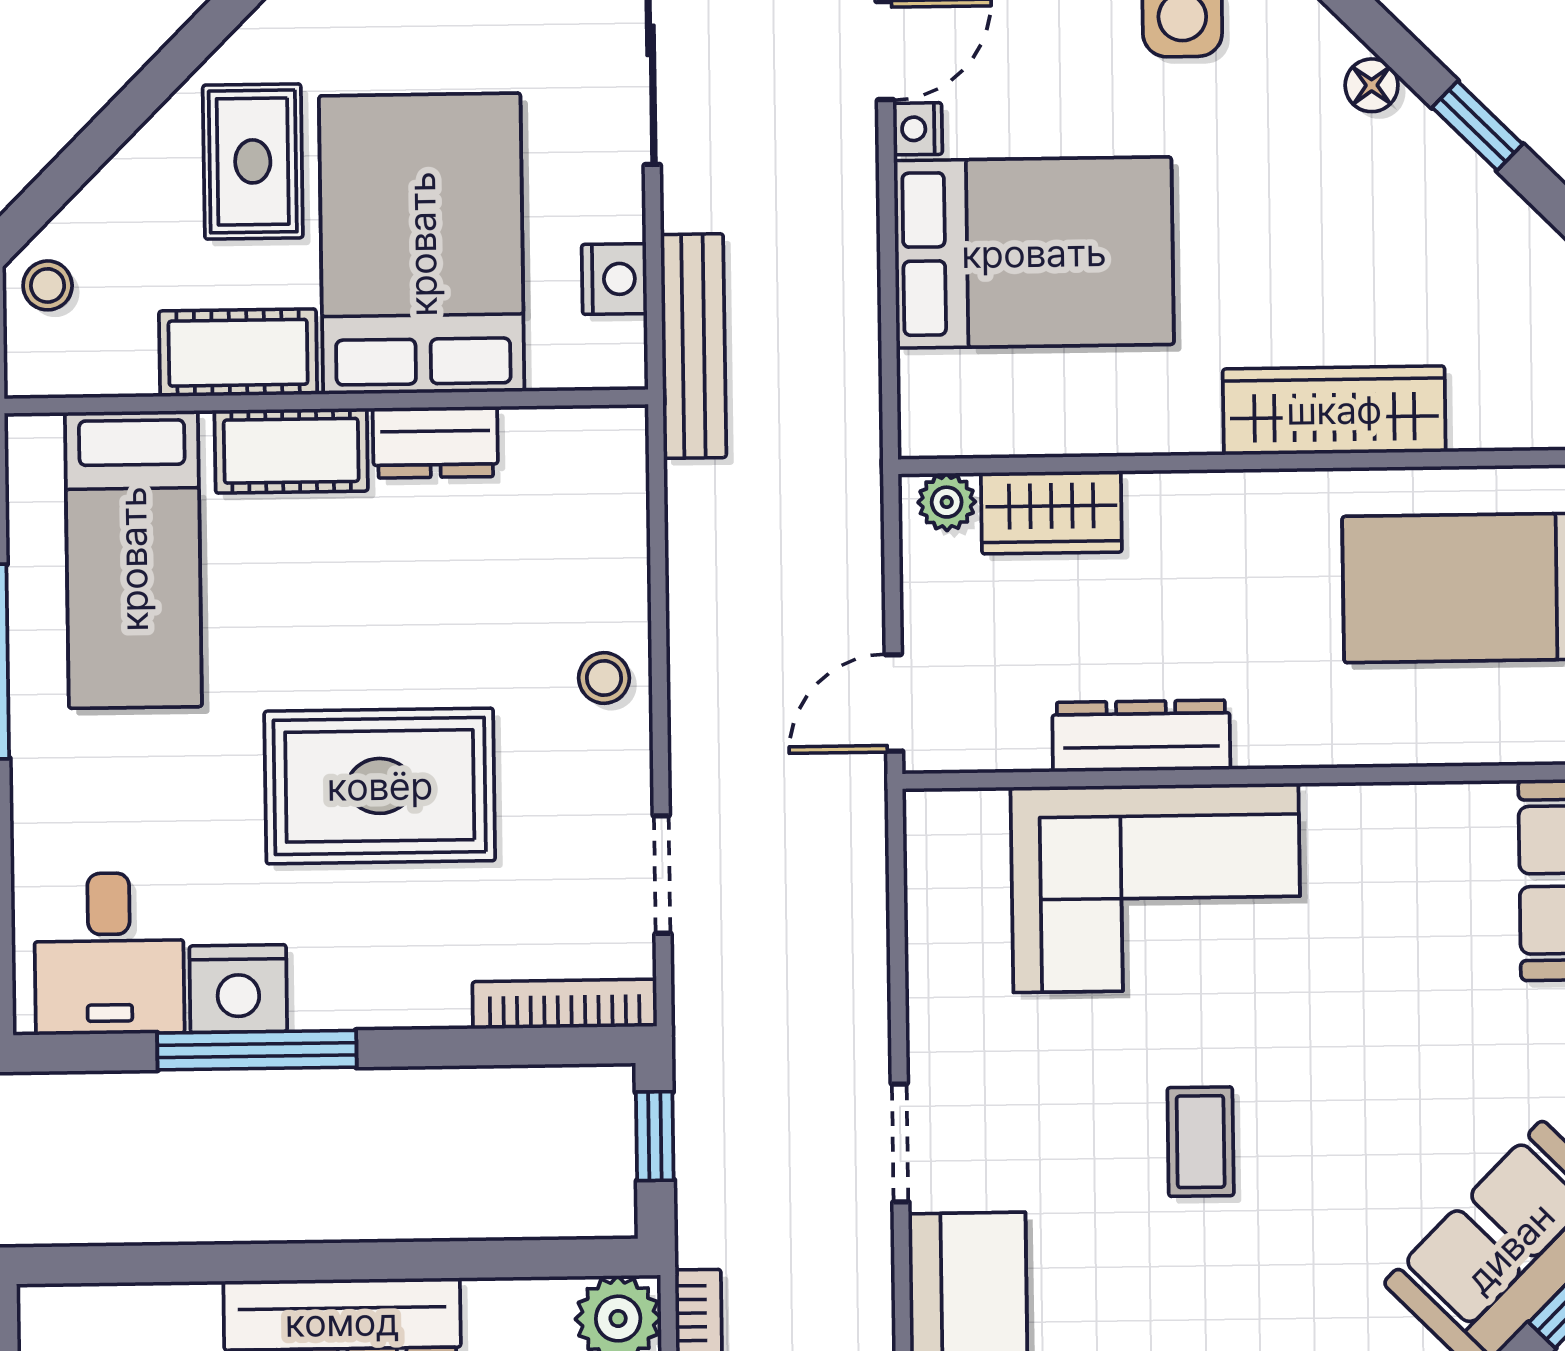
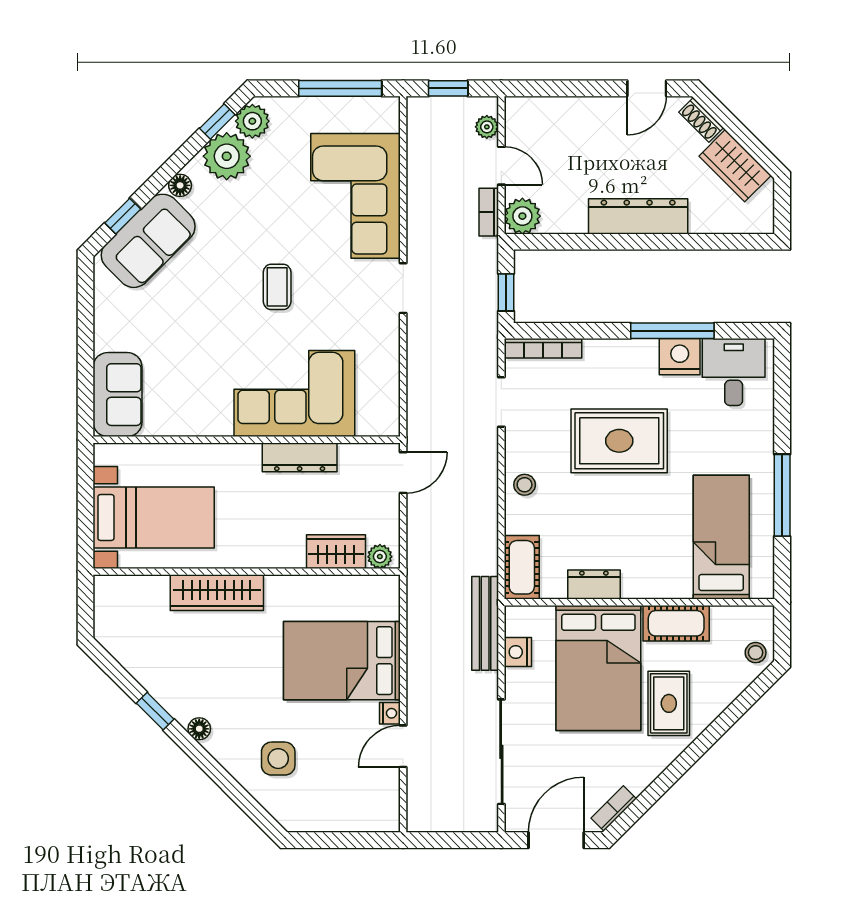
cot: (291, 451) -> (522, 567), moved, turned 90

